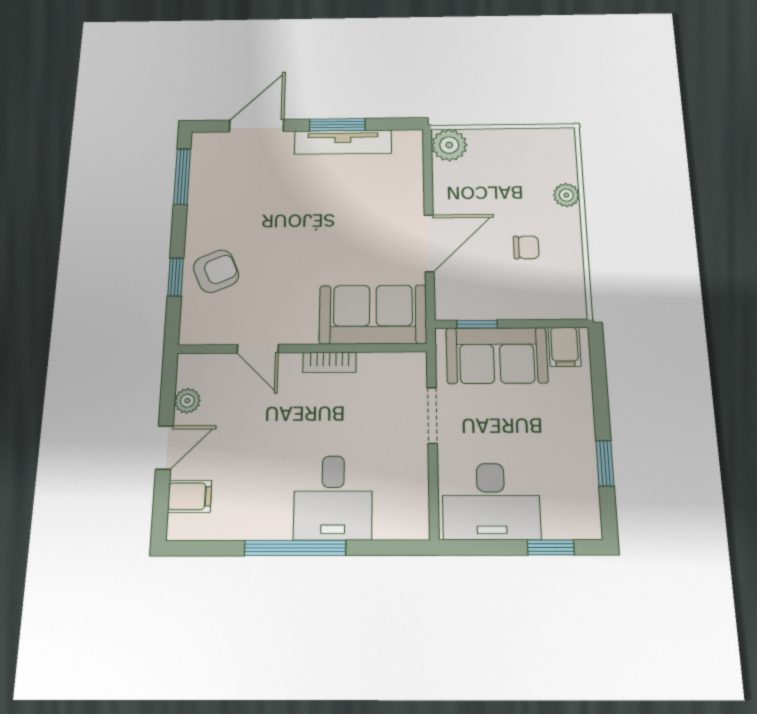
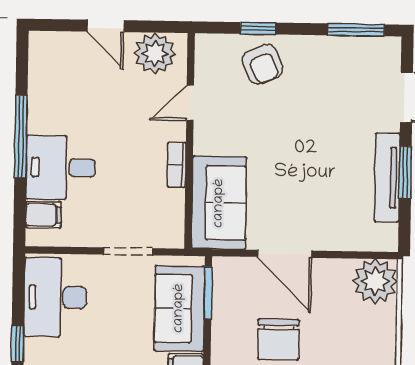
plant: (449, 145) -> (375, 281), width x1.36, depth x1.36
chair: (526, 247) -> (278, 340), width x1.87, depth x1.87
window: (477, 324) -> (208, 293), width x1.50
plant: (187, 401) -> (155, 53), width x1.87, depth x1.87
filing cabinet: (190, 496) -> (43, 215), moved, turned -90

